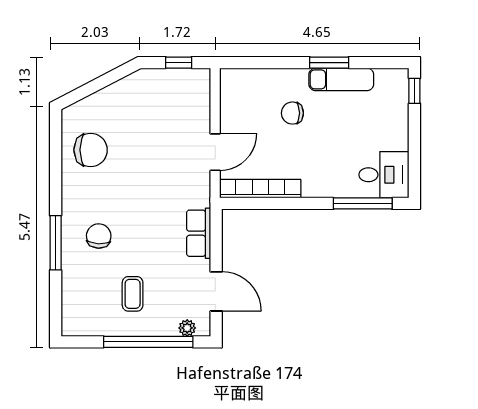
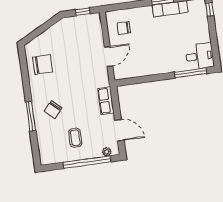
chair: (292, 113) -> (124, 28), moved
bookcase: (260, 189) -> (135, 73), removed
chair: (99, 236) -> (53, 110), turned -141

